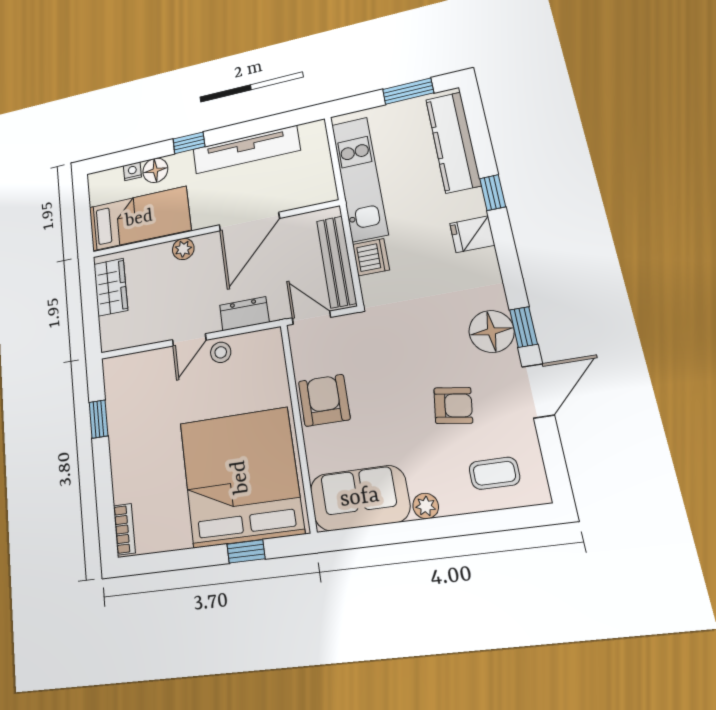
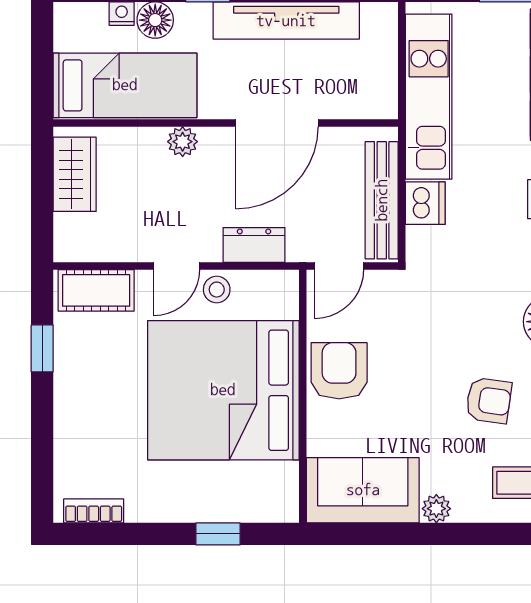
door: (311, 318) -> (339, 266), swing flipped
cot: (133, 369) -> (96, 290), added
bed: (241, 477) -> (223, 390), moved, turned -90
bookcase: (124, 529) -> (94, 511), moved, turned -90

